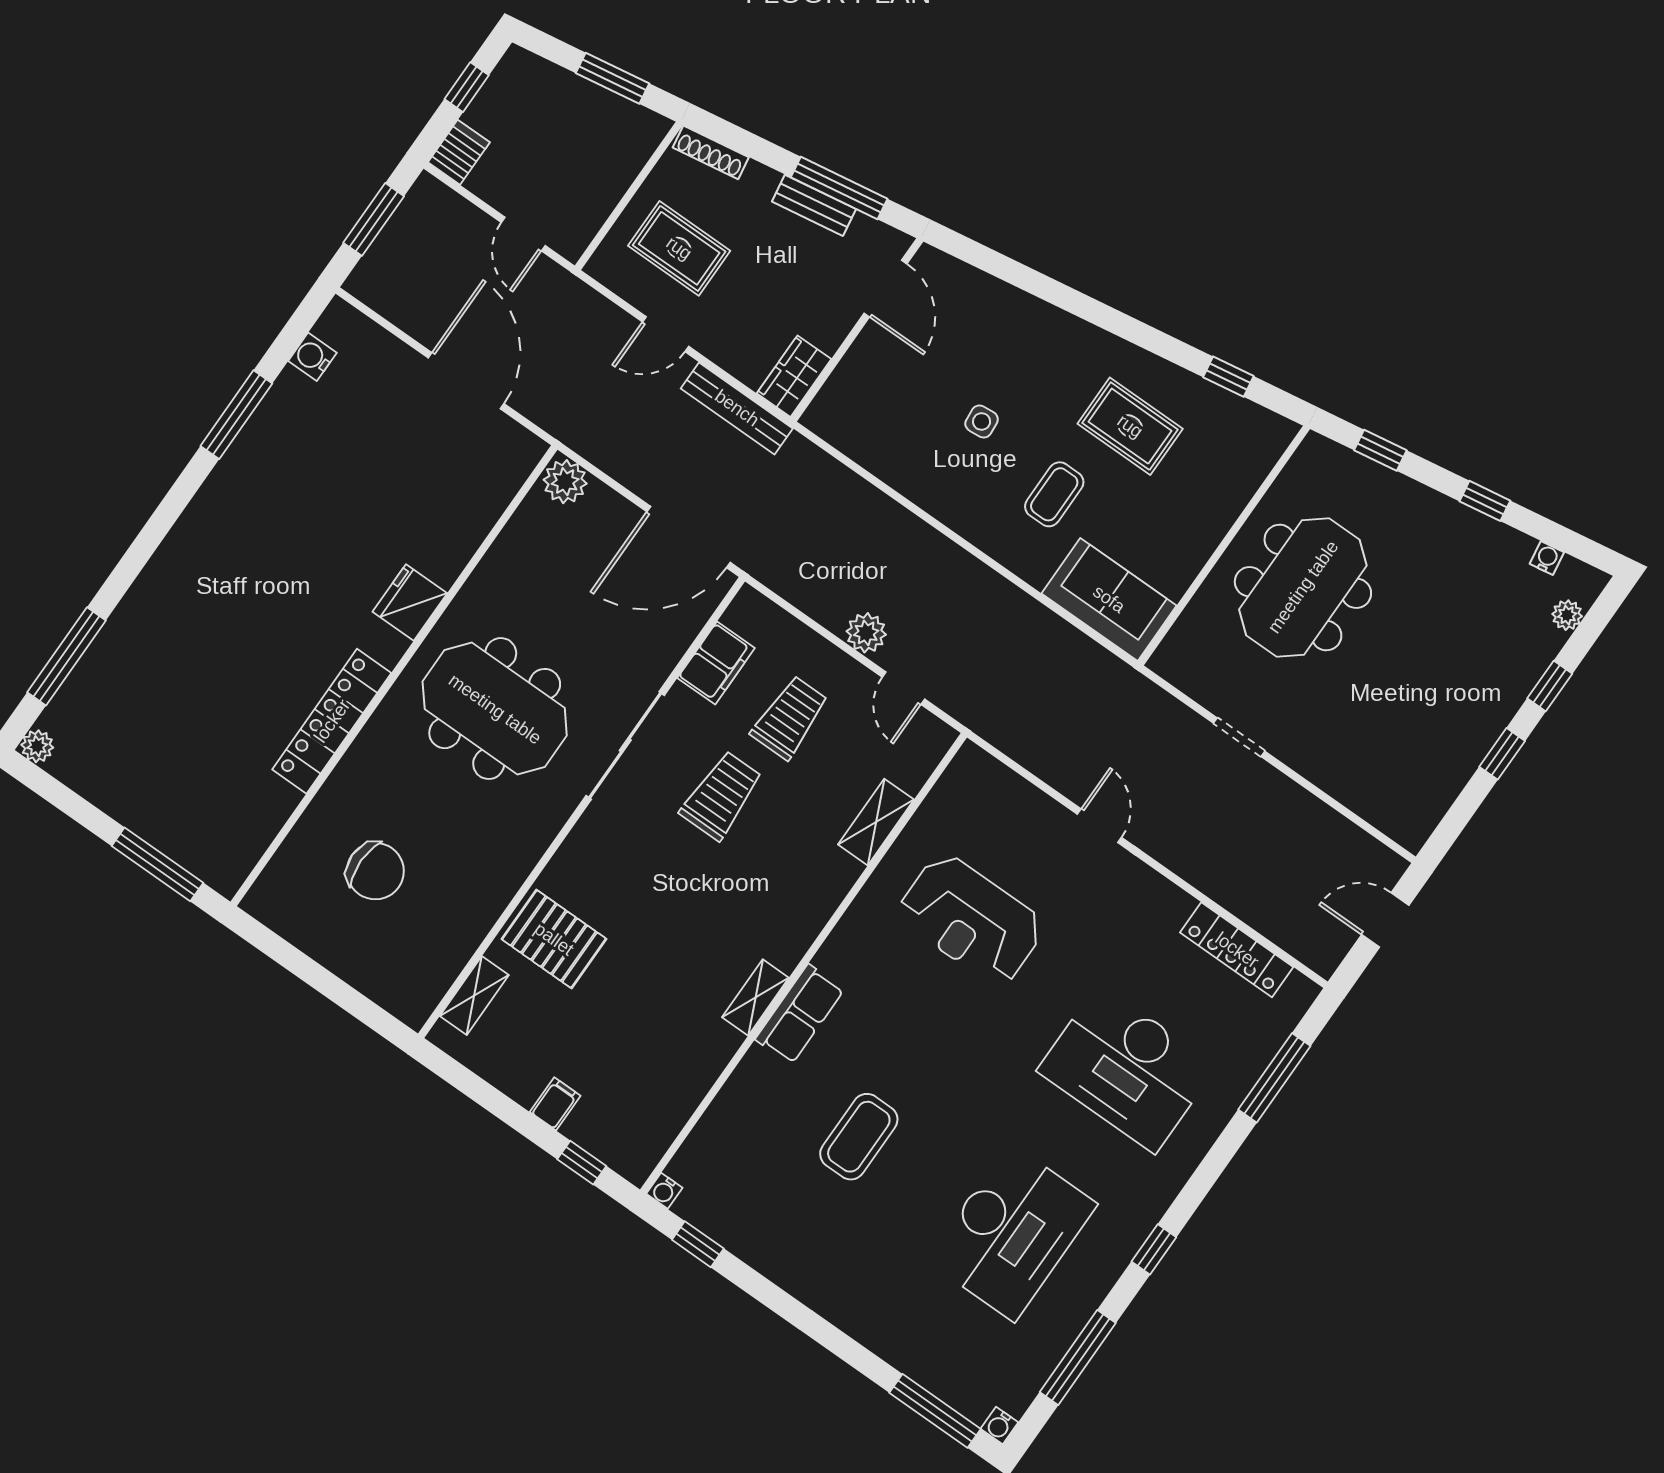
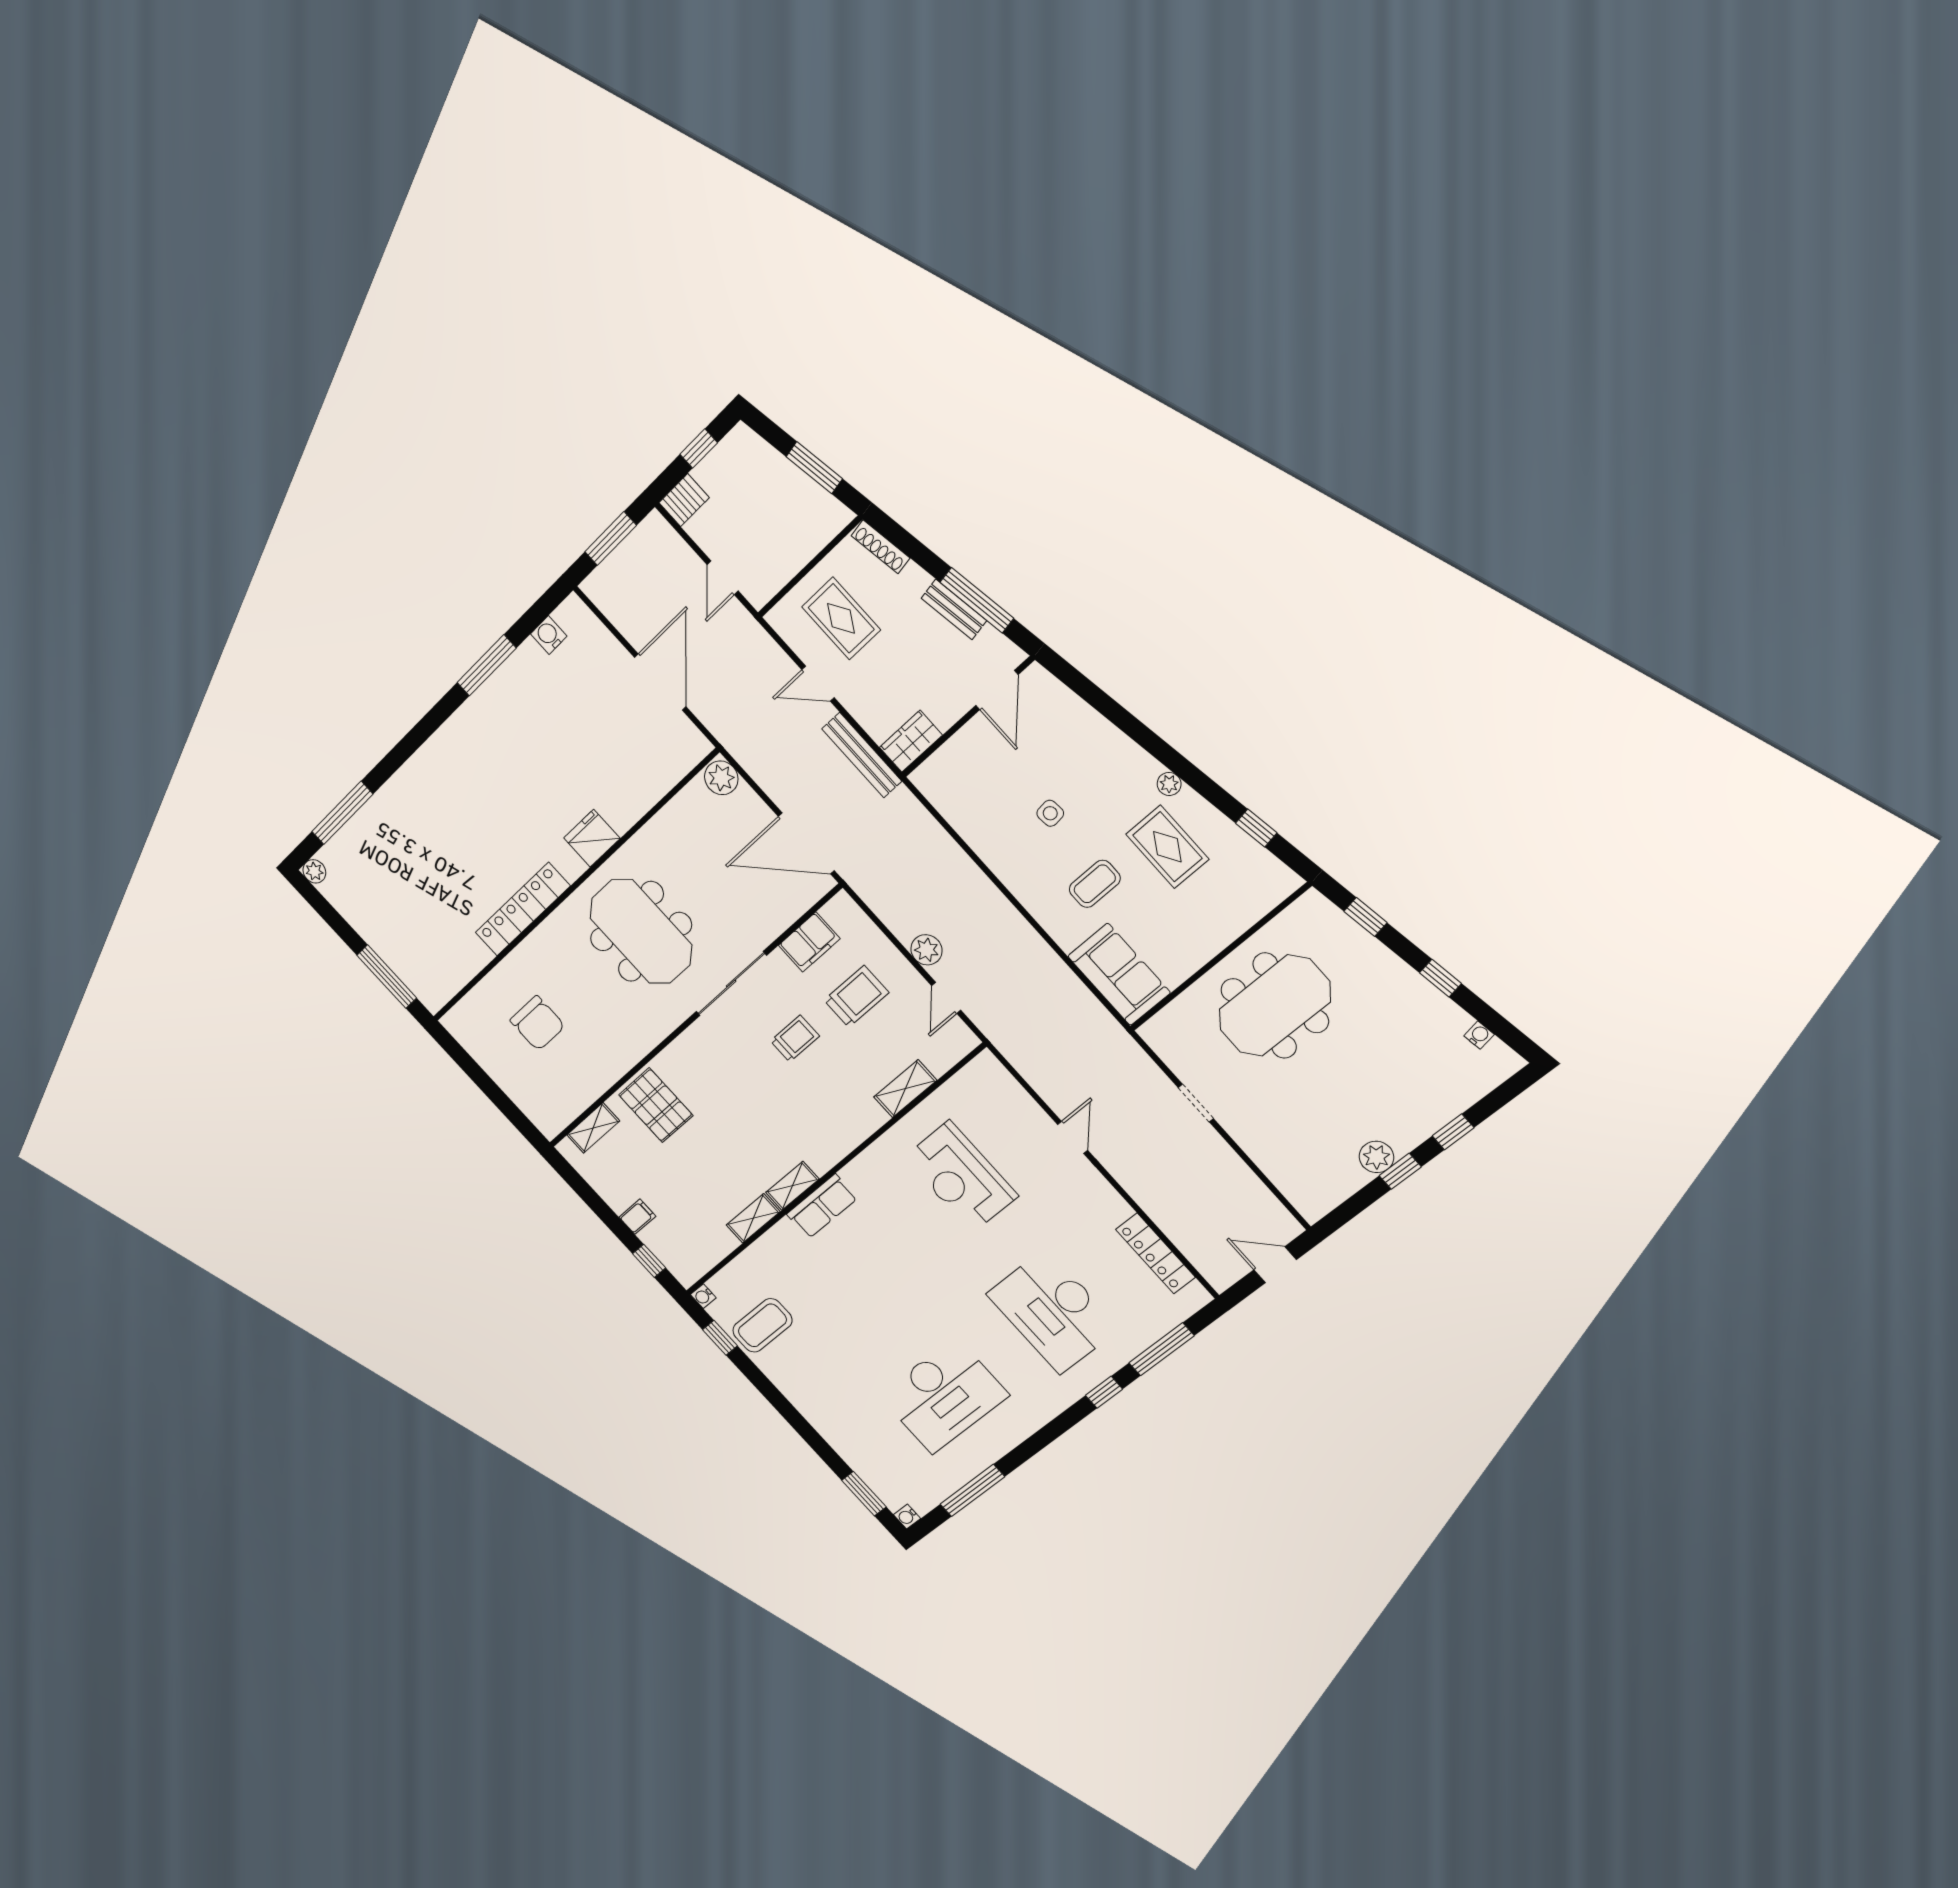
plant: (1114, 350) -> (1169, 784), added
plant: (1567, 615) -> (1376, 1157), moved, width x1.38, depth x1.38
trolley: (721, 796) -> (795, 1038), width x0.73, depth x0.72
shelving: (712, 1059) -> (753, 1218), added
coffee table: (859, 1137) -> (762, 1325), moved
window: (1154, 1249) -> (1104, 1392), moved
window: (935, 1411) -> (864, 1494), width x0.69

